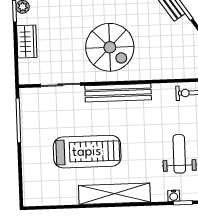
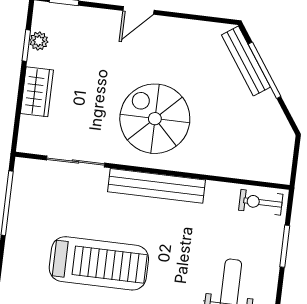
spiral stairs: (110, 47) -> (155, 119), turned 180

